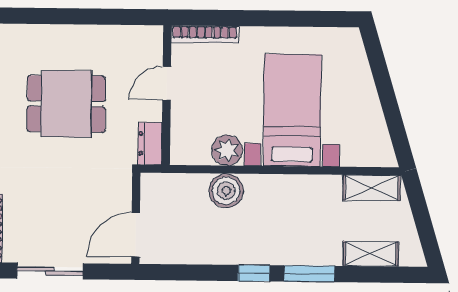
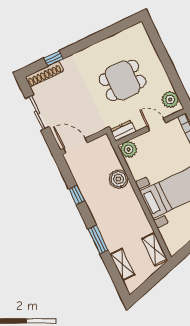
plant: (137, 41) -> (170, 100), added
dining table: (66, 104) -> (123, 80), turned 90
plant: (227, 150) -> (129, 149), moved
window: (254, 273) -> (77, 195), moved

